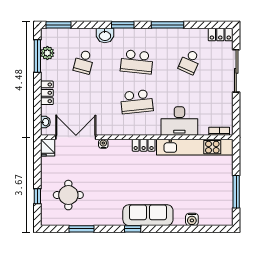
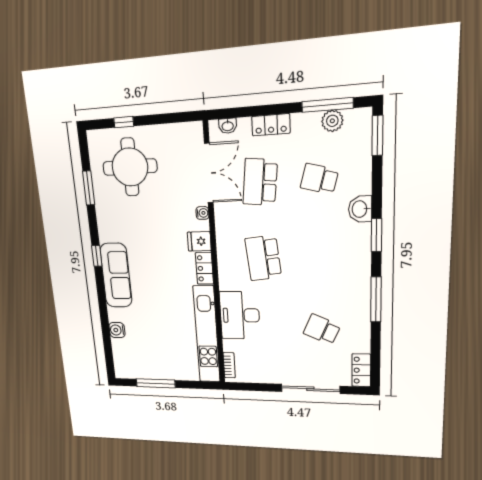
school desk: (137, 62) -> (260, 182), moved
fridge: (48, 148) -> (199, 241), moved
round table: (68, 195) -> (130, 167), width x1.36, depth x1.36

